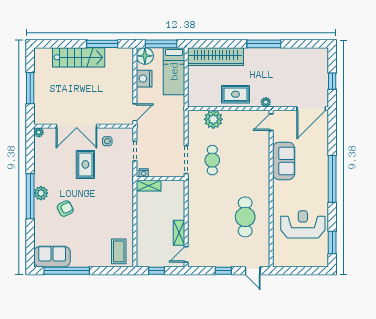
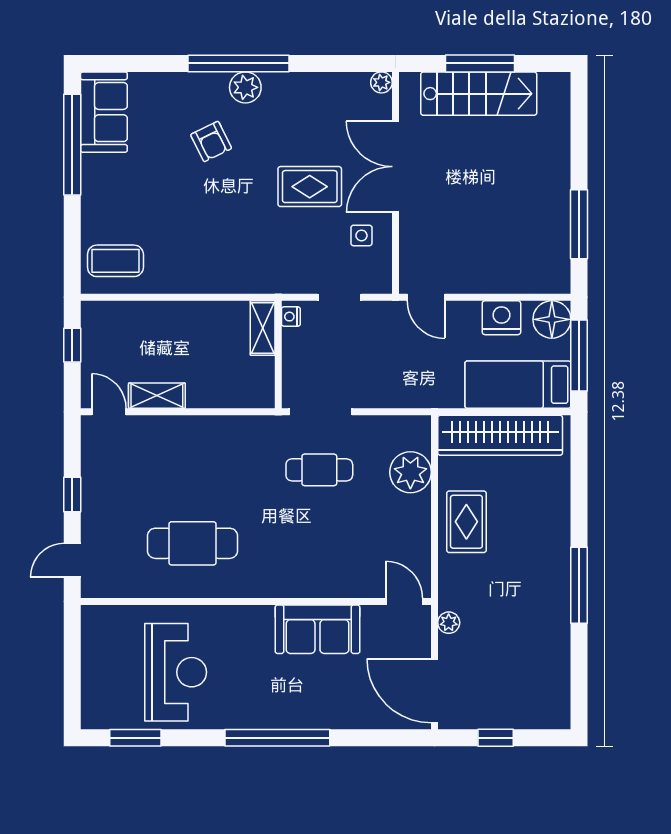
stairs: (79, 57) -> (479, 94), moved, turned -90
wardrobe: (216, 57) -> (500, 435), moved, turned -90
plant: (266, 102) -> (449, 623), moved

